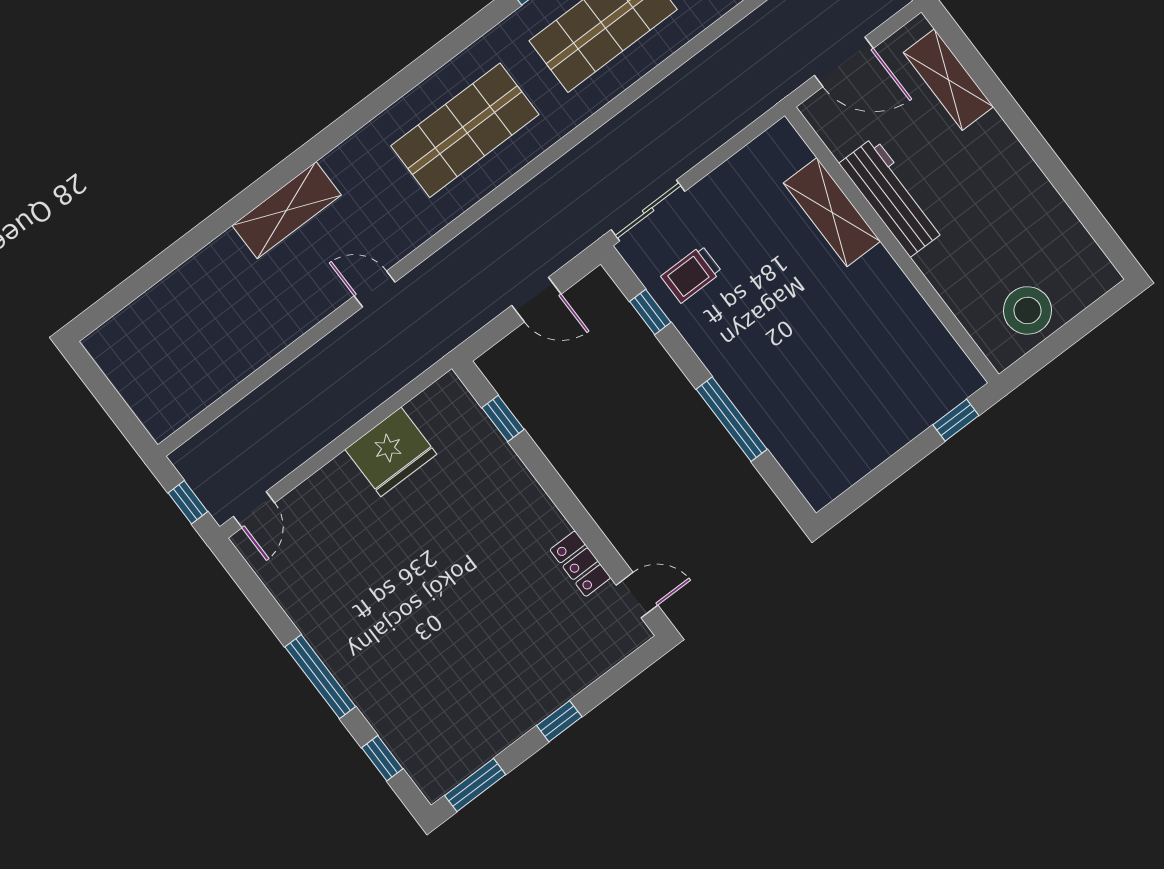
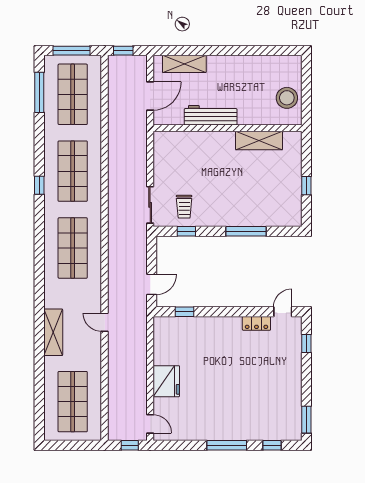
shelving: (832, 212) -> (259, 140), moved
door: (375, 289) -> (105, 322), hinge flipped
door: (536, 300) -> (152, 284), moved
shop shelf: (188, 340) -> (73, 402), added
window: (956, 420) -> (306, 186), moved
fridge: (391, 452) -> (166, 381), moved
window: (559, 721) -> (306, 343), moved

